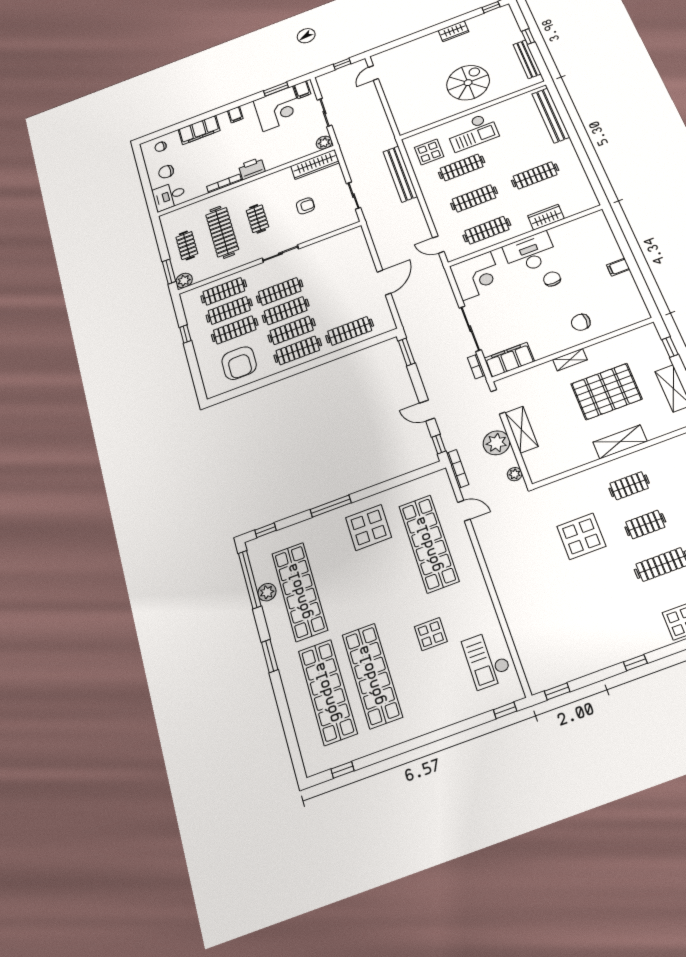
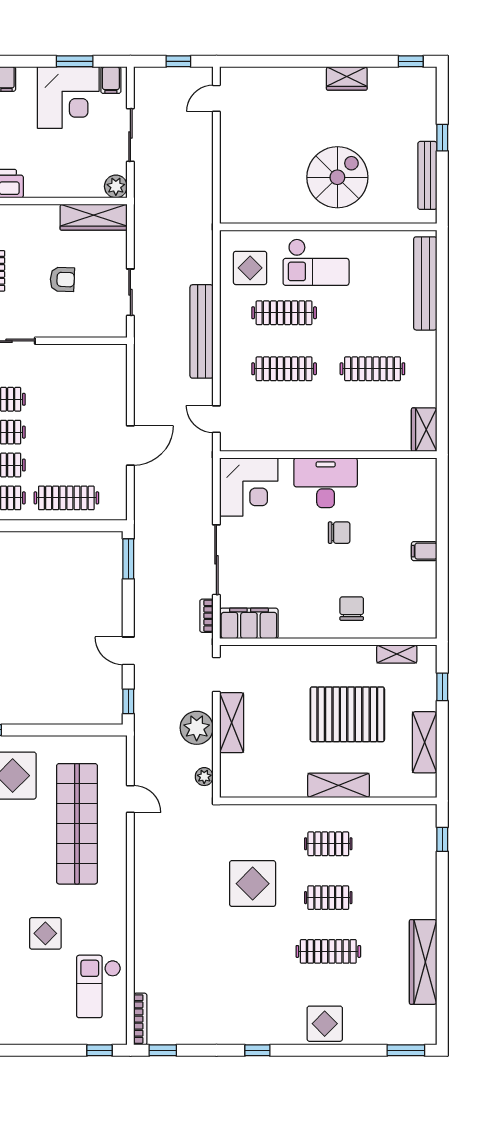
bench: (400, 174) -> (202, 331), moved
wardrobe: (546, 217) -> (424, 430), moved, turned -90
clothes rail: (487, 230) -> (284, 425), removed
chair: (552, 279) -> (339, 533), turned 90
chair: (581, 322) -> (352, 609), turned 90
shelving: (570, 360) -> (397, 654), moved
bookcase: (458, 469) -> (140, 1019), moved

